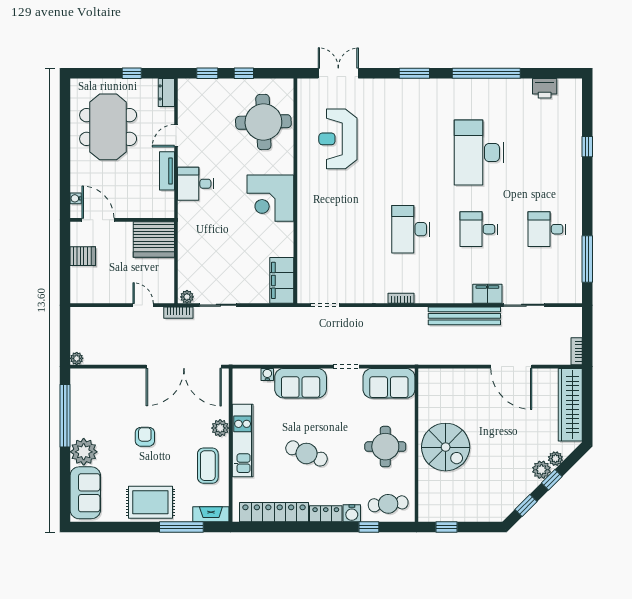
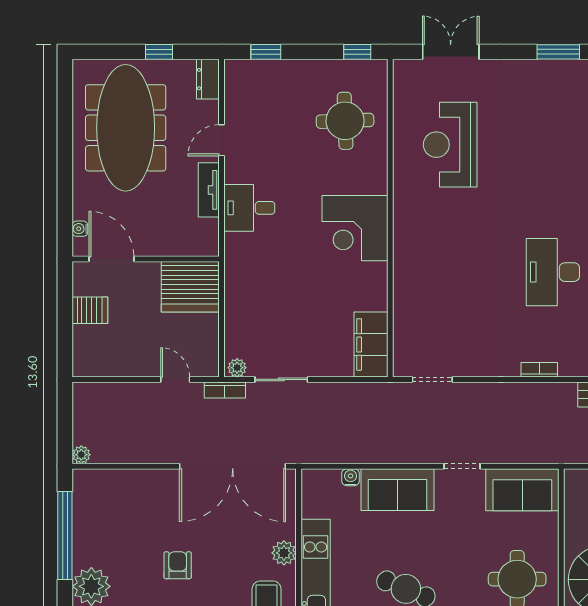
window: (244, 73) -> (357, 52), moved
round table: (263, 122) -> (345, 121), width x0.73, depth x0.73
meeting table: (108, 127) -> (126, 128), width x1.36

